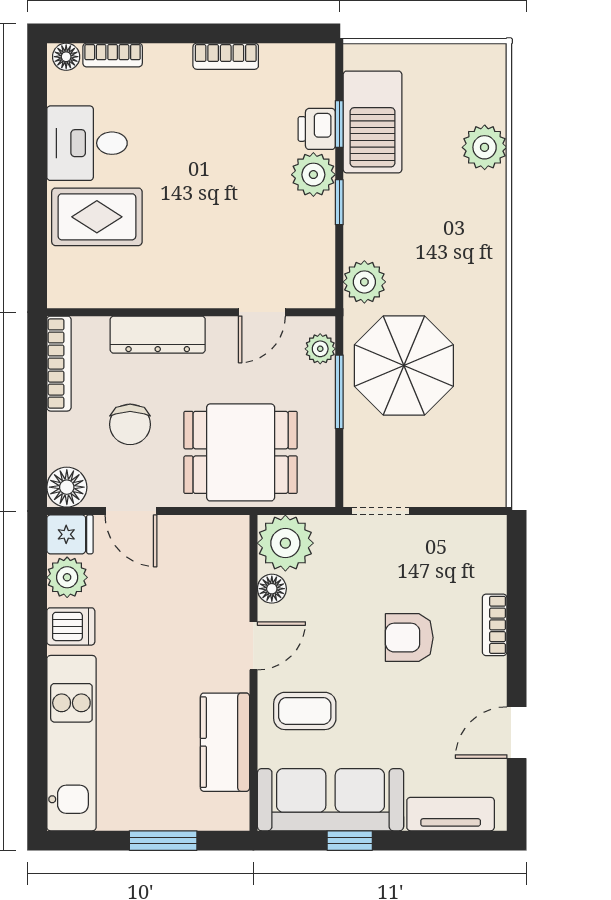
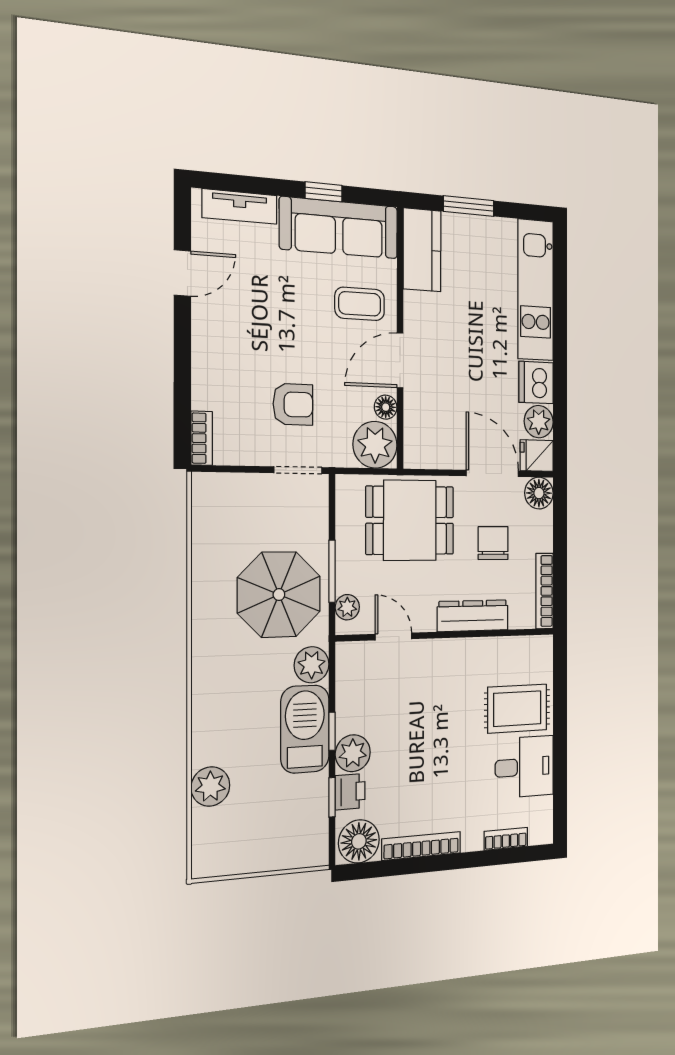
bookcase: (226, 56) -> (421, 846), width x1.56
floor lamp: (66, 57) -> (359, 841), moved, width x1.89, depth x1.89
barbecue: (373, 122) -> (305, 729), moved
door: (262, 312) -> (393, 637), hinge flipped
door: (131, 511) -> (492, 473), width x1.37
bookcase: (495, 625) -> (202, 438), moved
dishwasher: (71, 626) -> (536, 383), width x1.38
armchair: (409, 638) -> (293, 404), moved
door: (253, 646) -> (400, 360), width x1.38
kitchen counter: (225, 742) -> (422, 250), moved

